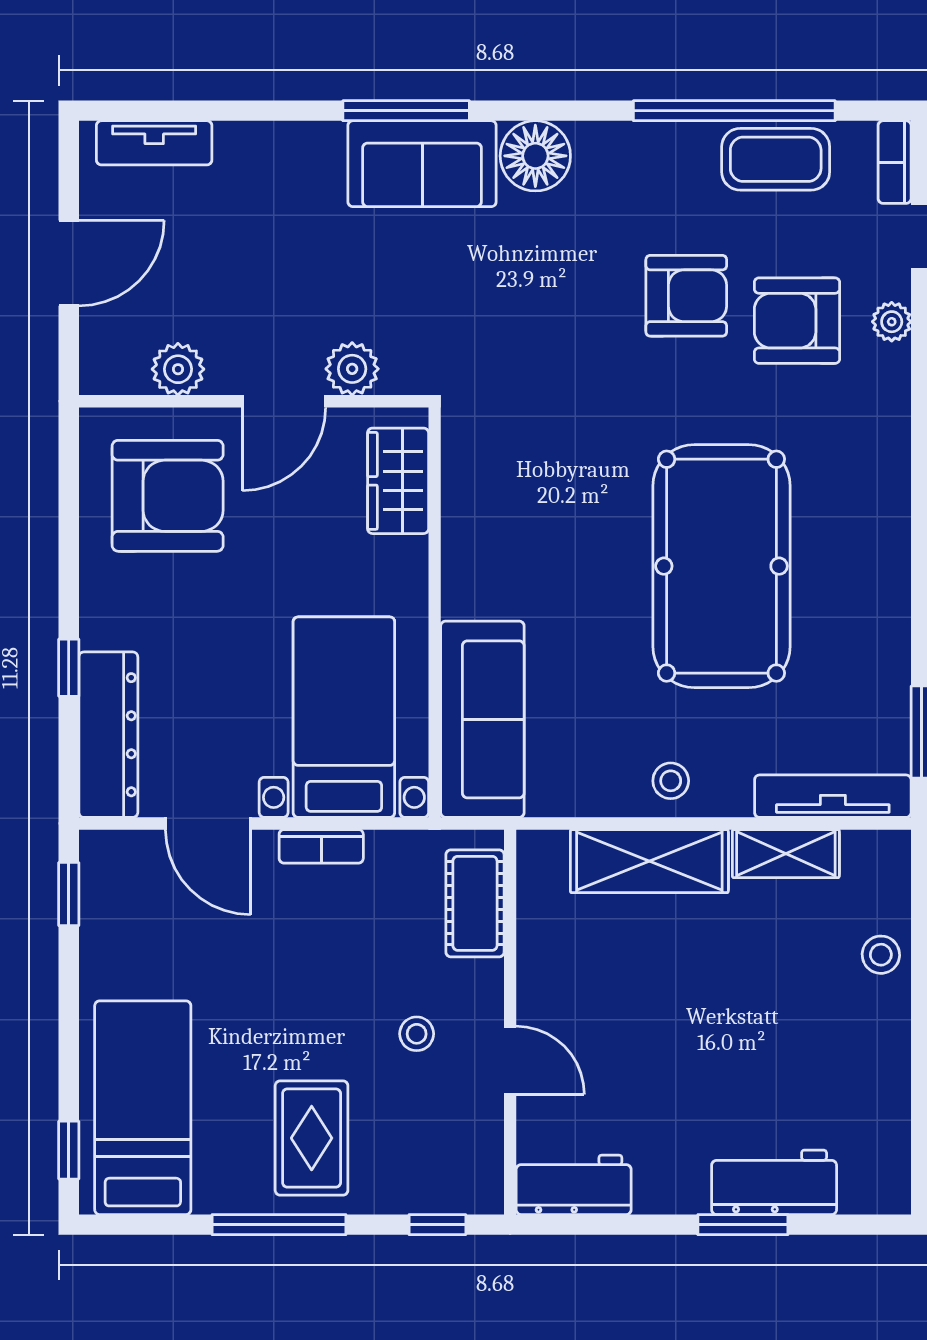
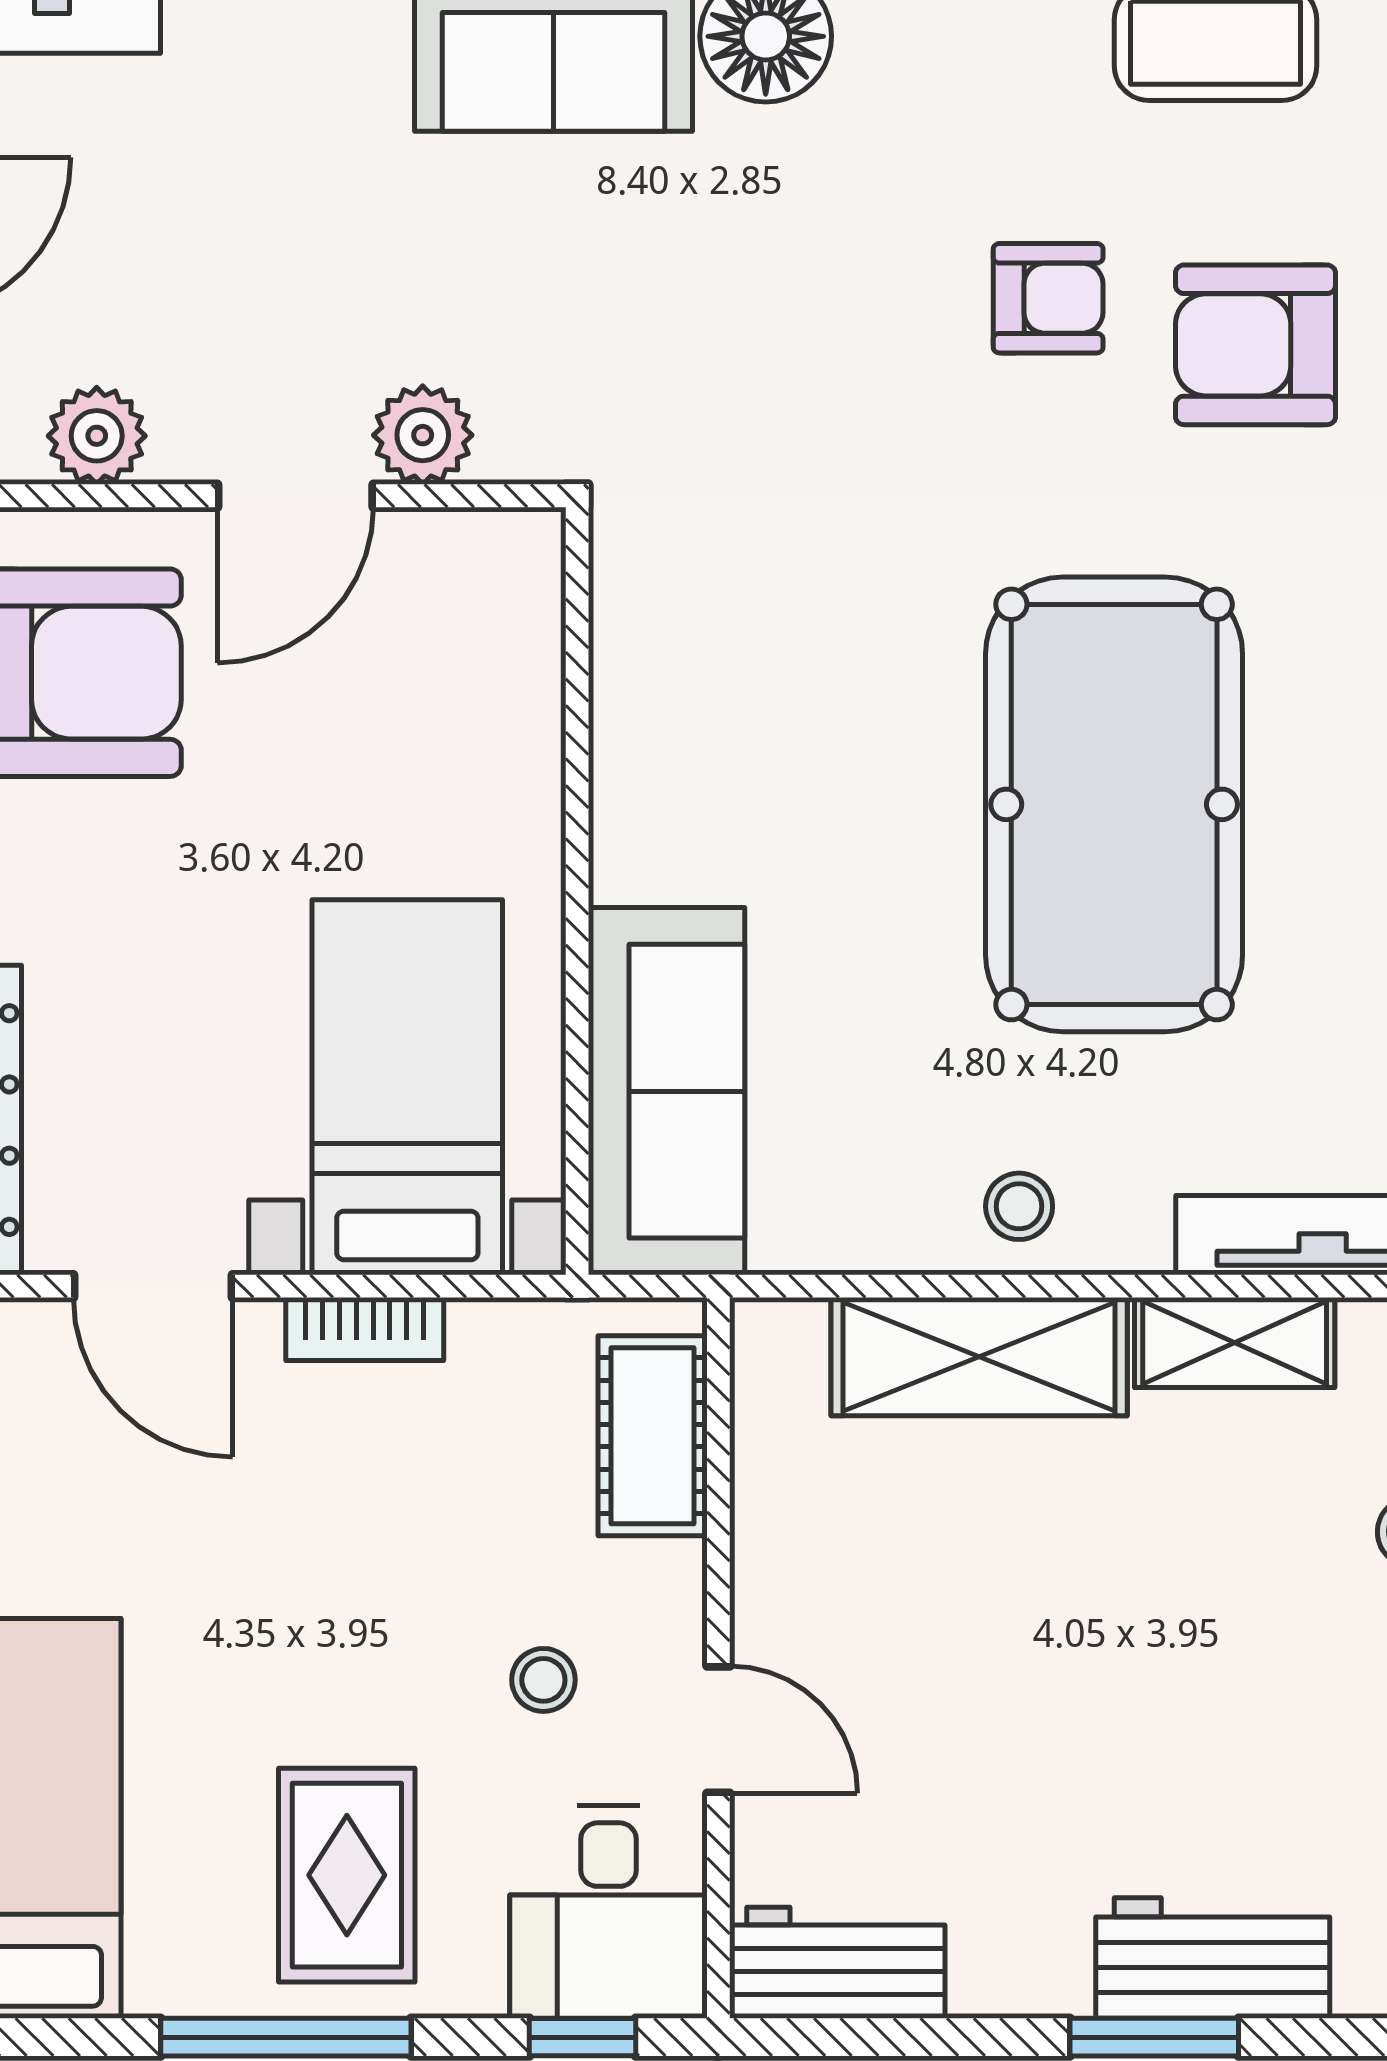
armchair: (686, 296) -> (1048, 298), width x0.72, depth x0.72
wardrobe: (398, 481) -> (509, 645), removed
desk: (451, 1158) -> (608, 1912), added

